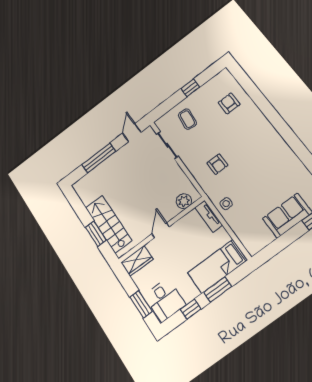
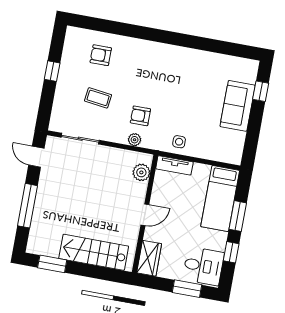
coffee table: (187, 119) -> (98, 98), moved
armchair: (217, 164) -> (140, 116), turned 180
plant: (199, 176) -> (135, 140), added
door: (161, 230) -> (145, 215), swing flipped
window: (96, 234) -> (52, 264), moved

